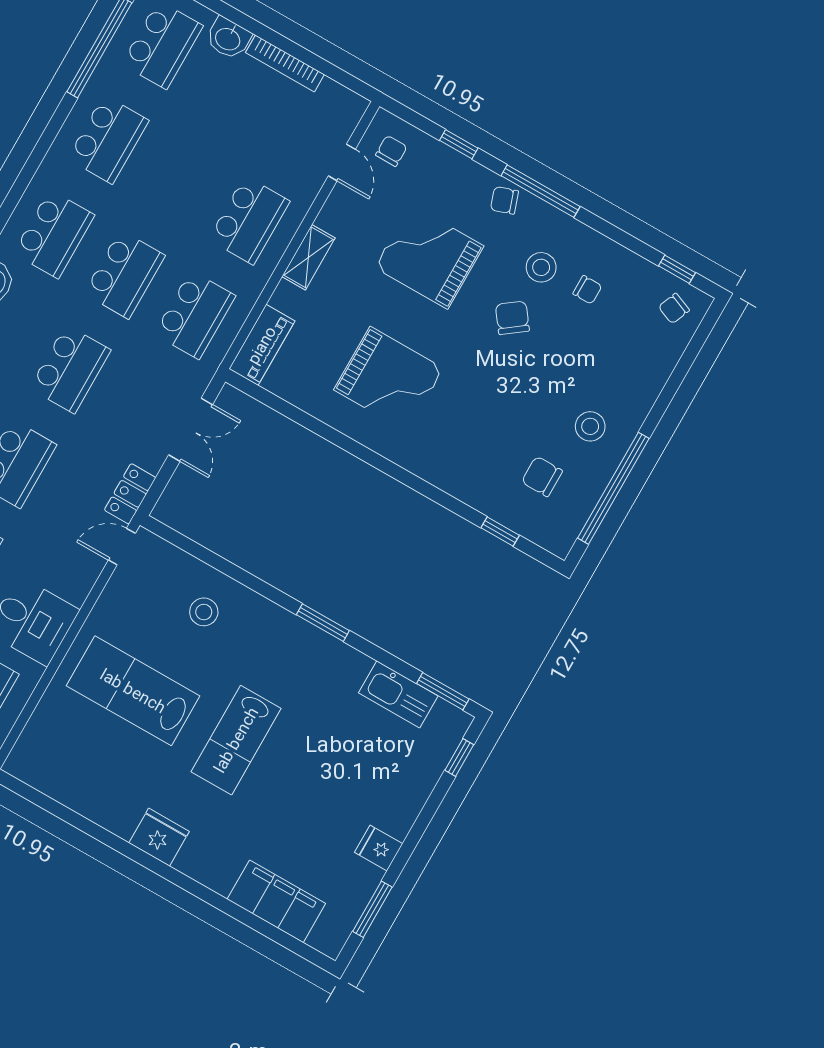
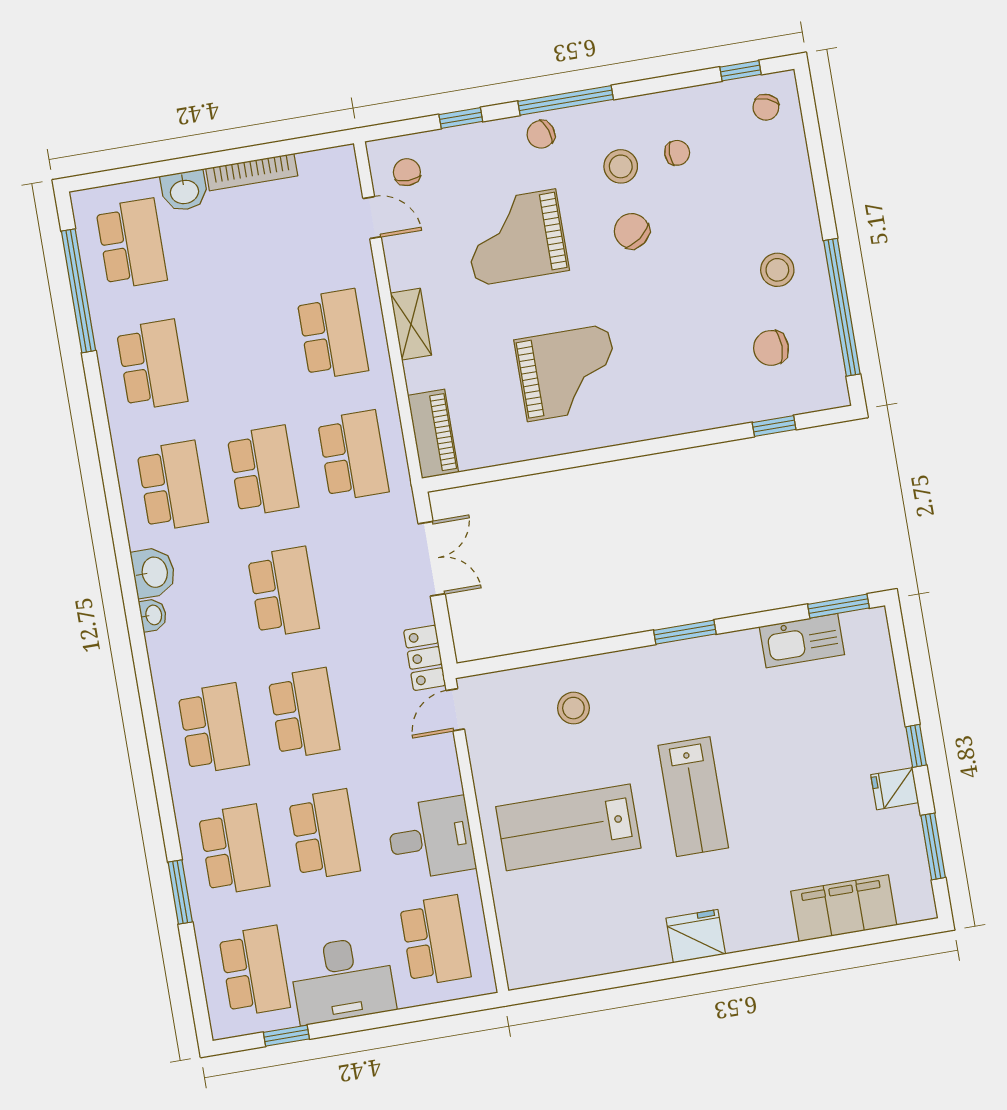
window: (459, 758) -> (916, 746), moved

